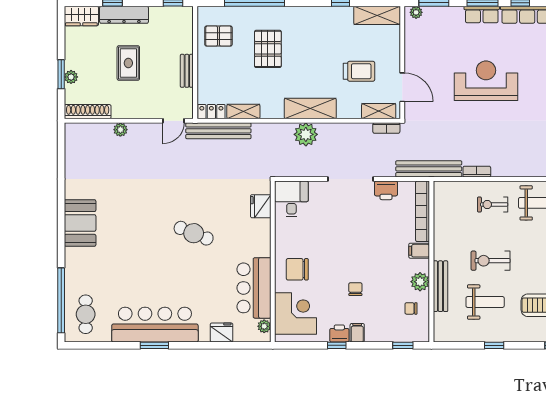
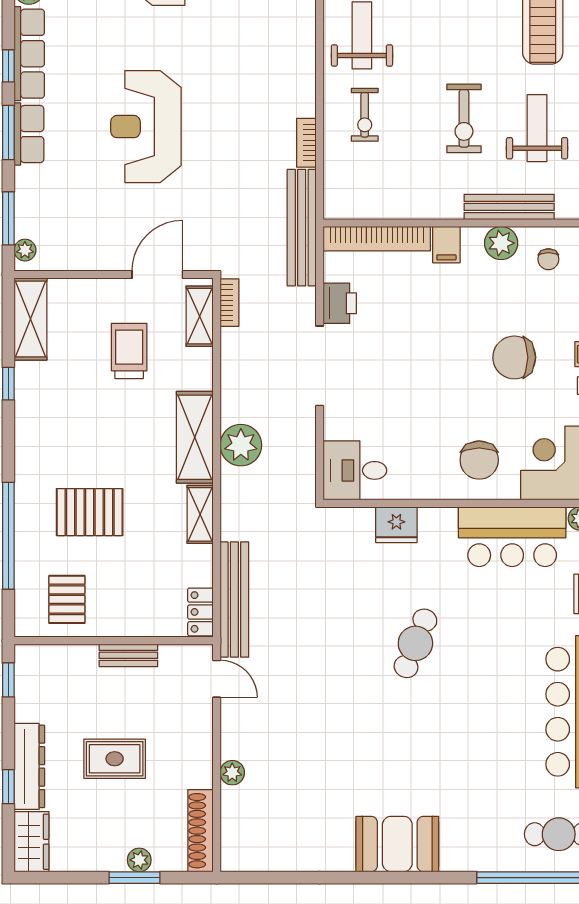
shelving: (243, 111) -> (200, 514), moved
fridge: (261, 206) -> (396, 525), moved
chair: (355, 289) -> (514, 357), width x1.87, depth x1.87

